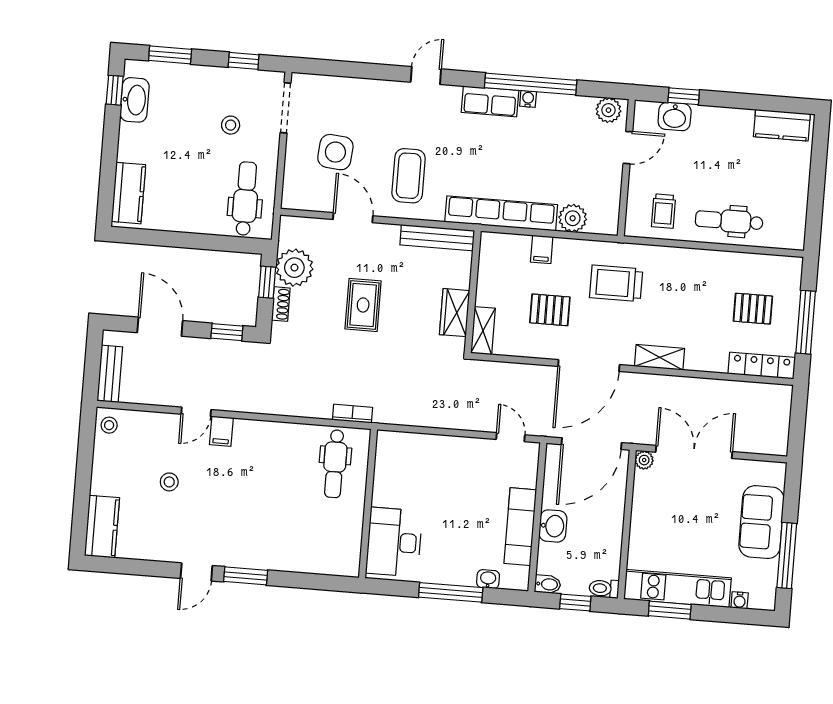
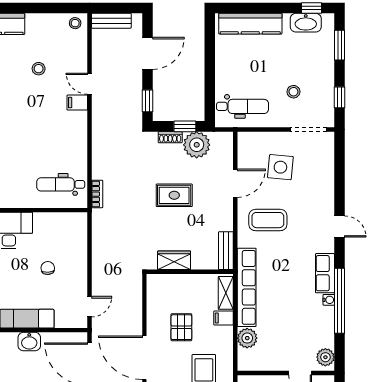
kitchen counter: (129, 193) -> (250, 24), width x1.50
bench: (437, 238) -> (226, 251), width x0.73
shelving: (483, 331) -> (226, 293), moved, turned 90
chair: (451, 492) -> (48, 268), added

